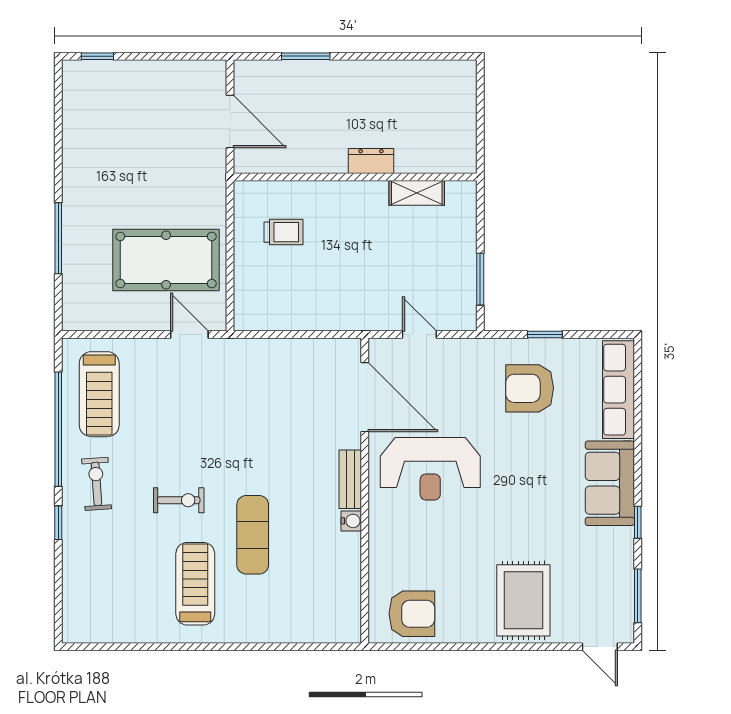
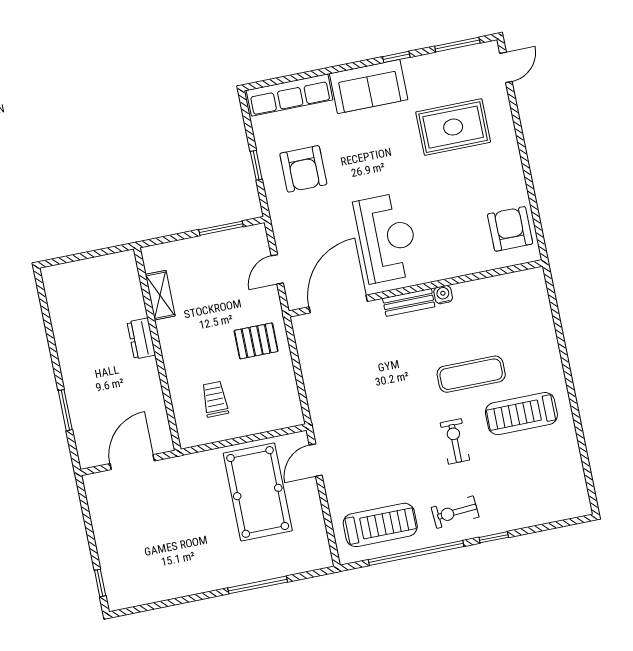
pallet: (341, 293) -> (256, 341), added
rug: (523, 600) -> (453, 127), moved

